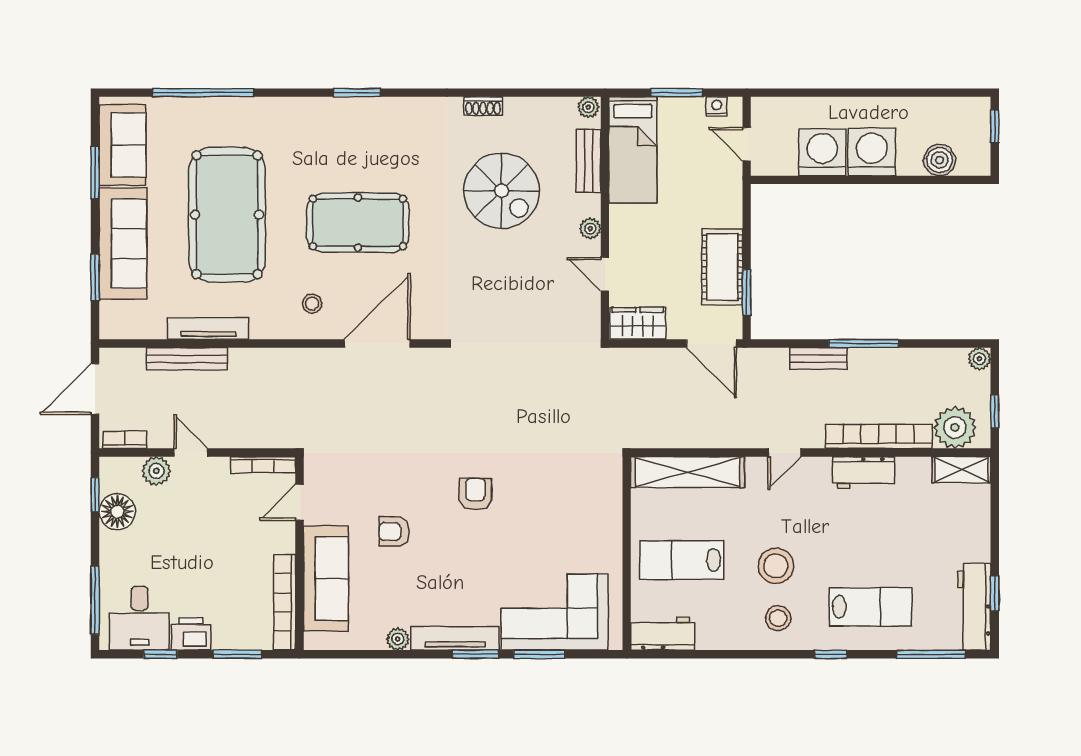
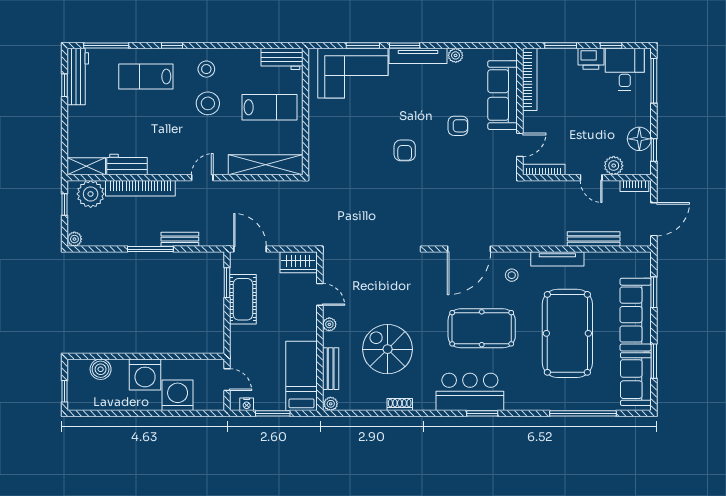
bar counter: (376, 125) -> (470, 392), added
washing machine: (822, 152) -> (178, 395), moved, turned 180
tv unit: (208, 328) -> (557, 259), moved
workbench: (863, 472) -> (127, 165), moved

